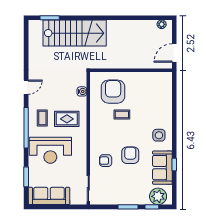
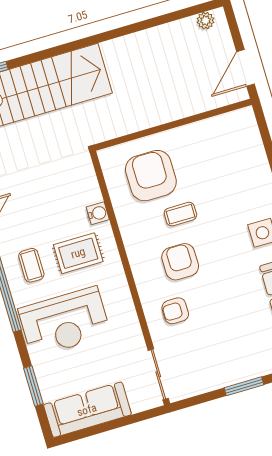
water cooler: (82, 91) -> (98, 213), moved
armchair: (130, 155) -> (180, 262), moved

